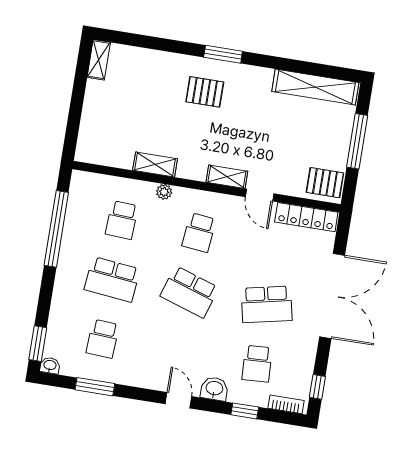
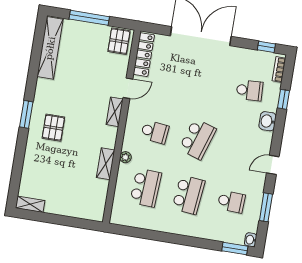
school desk: (122, 220) -> (146, 188), width x1.85
window: (56, 229) -> (152, 235), removed
school desk: (267, 304) -> (207, 83), removed
door: (178, 400) -> (273, 165), moved

